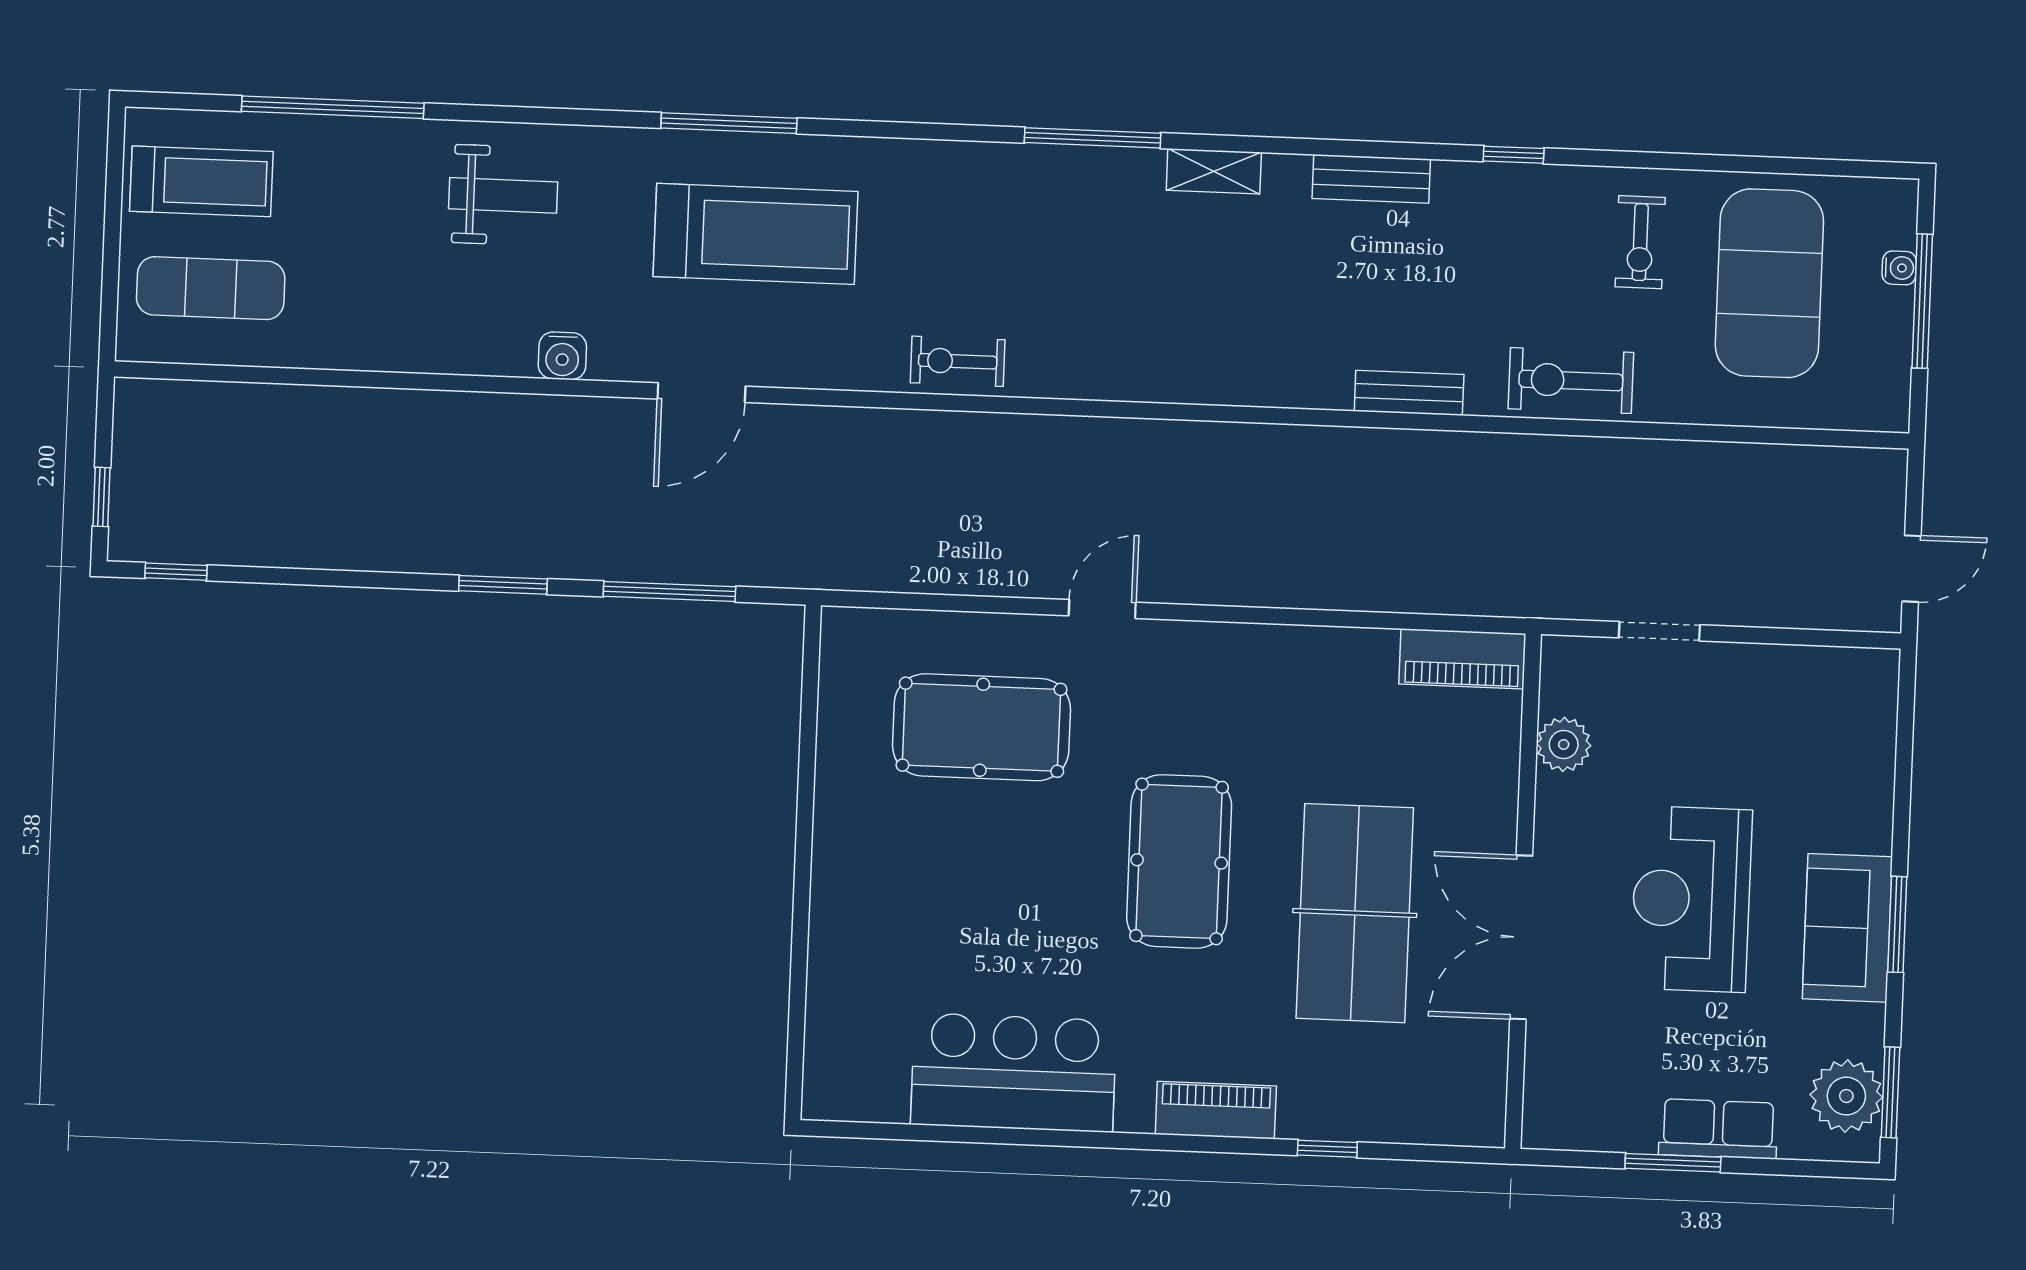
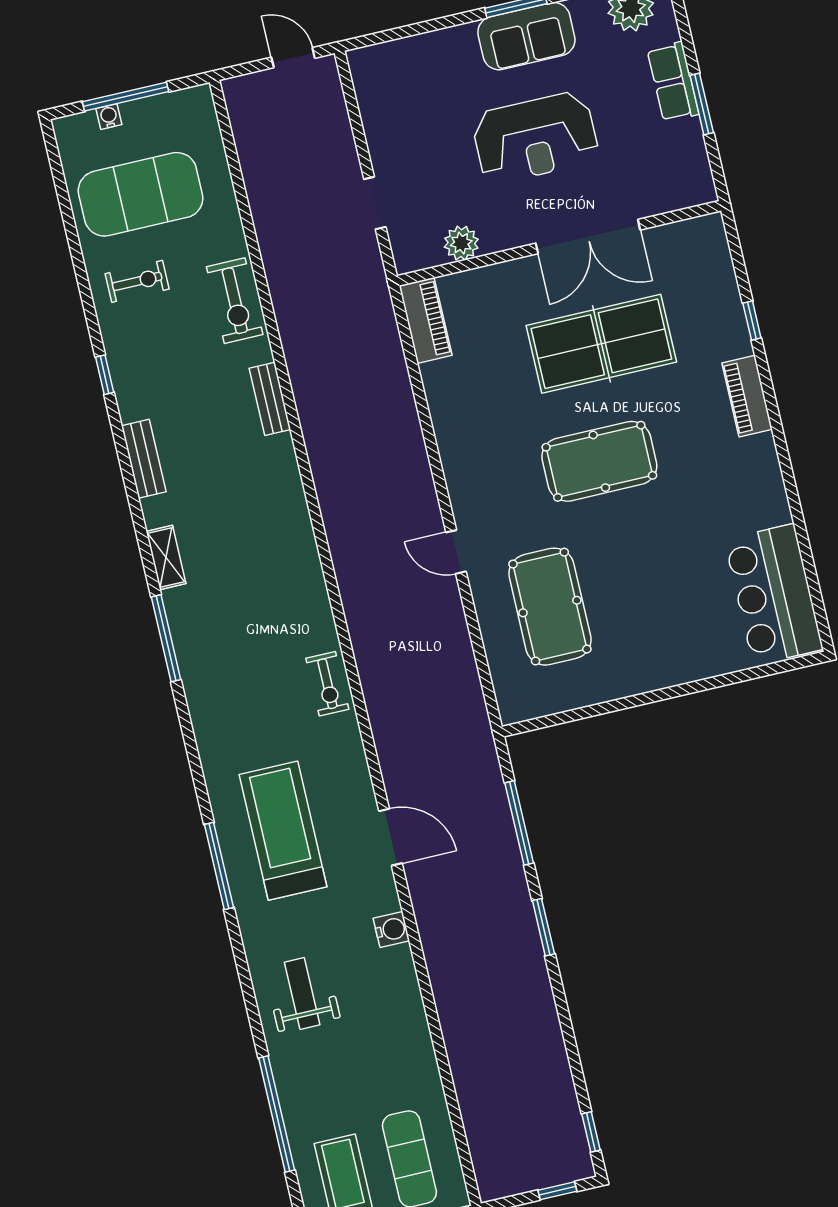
bar counter: (1014, 1073) -> (774, 594), moved

